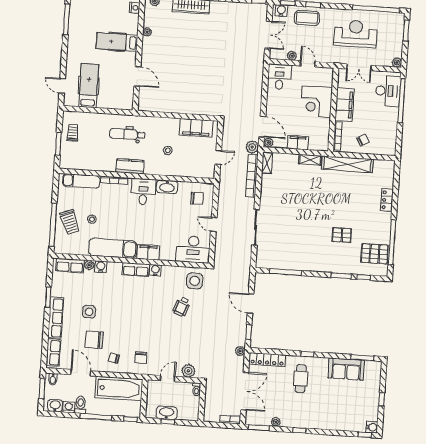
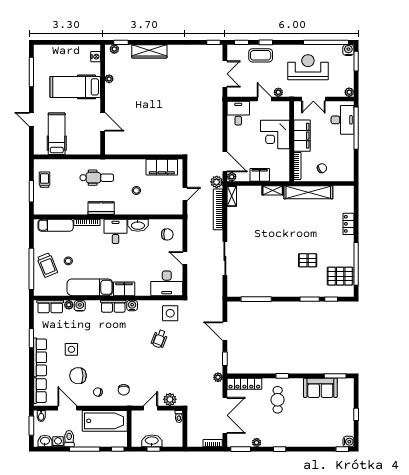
water cooler: (281, 11) -> (348, 50), moved
hospital bed: (117, 42) -> (75, 87), width x1.37, depth x1.29
plant: (292, 56) -> (278, 92), moved
door: (62, 86) -> (31, 119), moved
dental chair: (127, 134) -> (97, 178), turned 180

